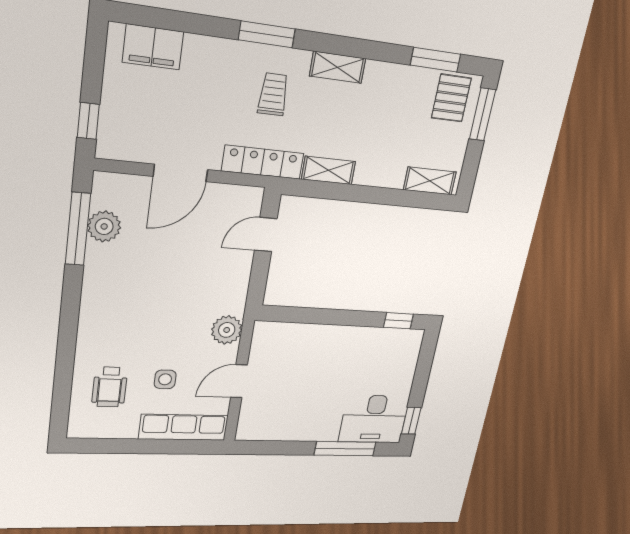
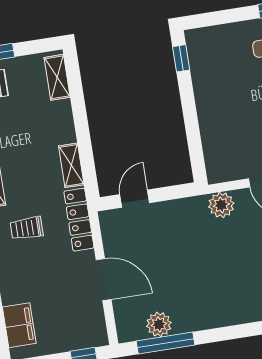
door: (266, 234) -> (135, 199), swing flipped

